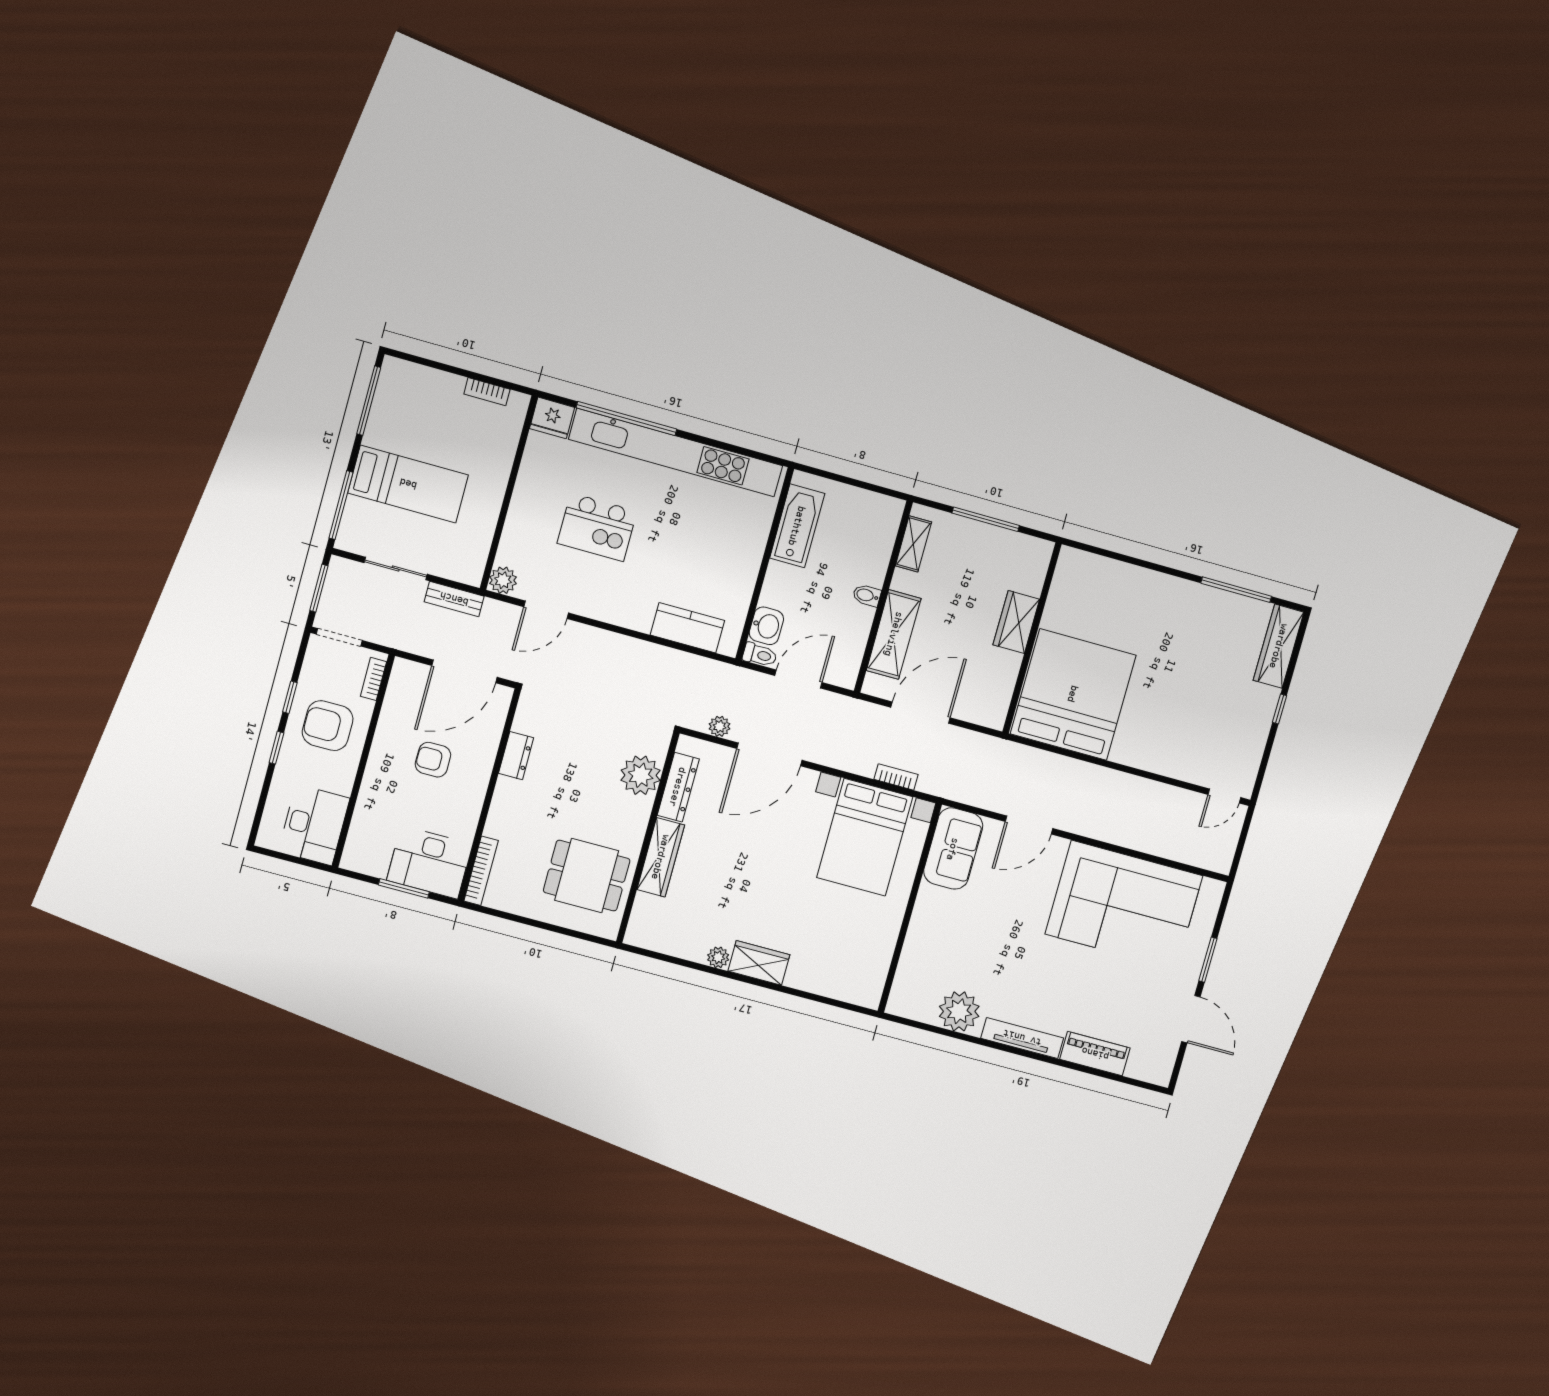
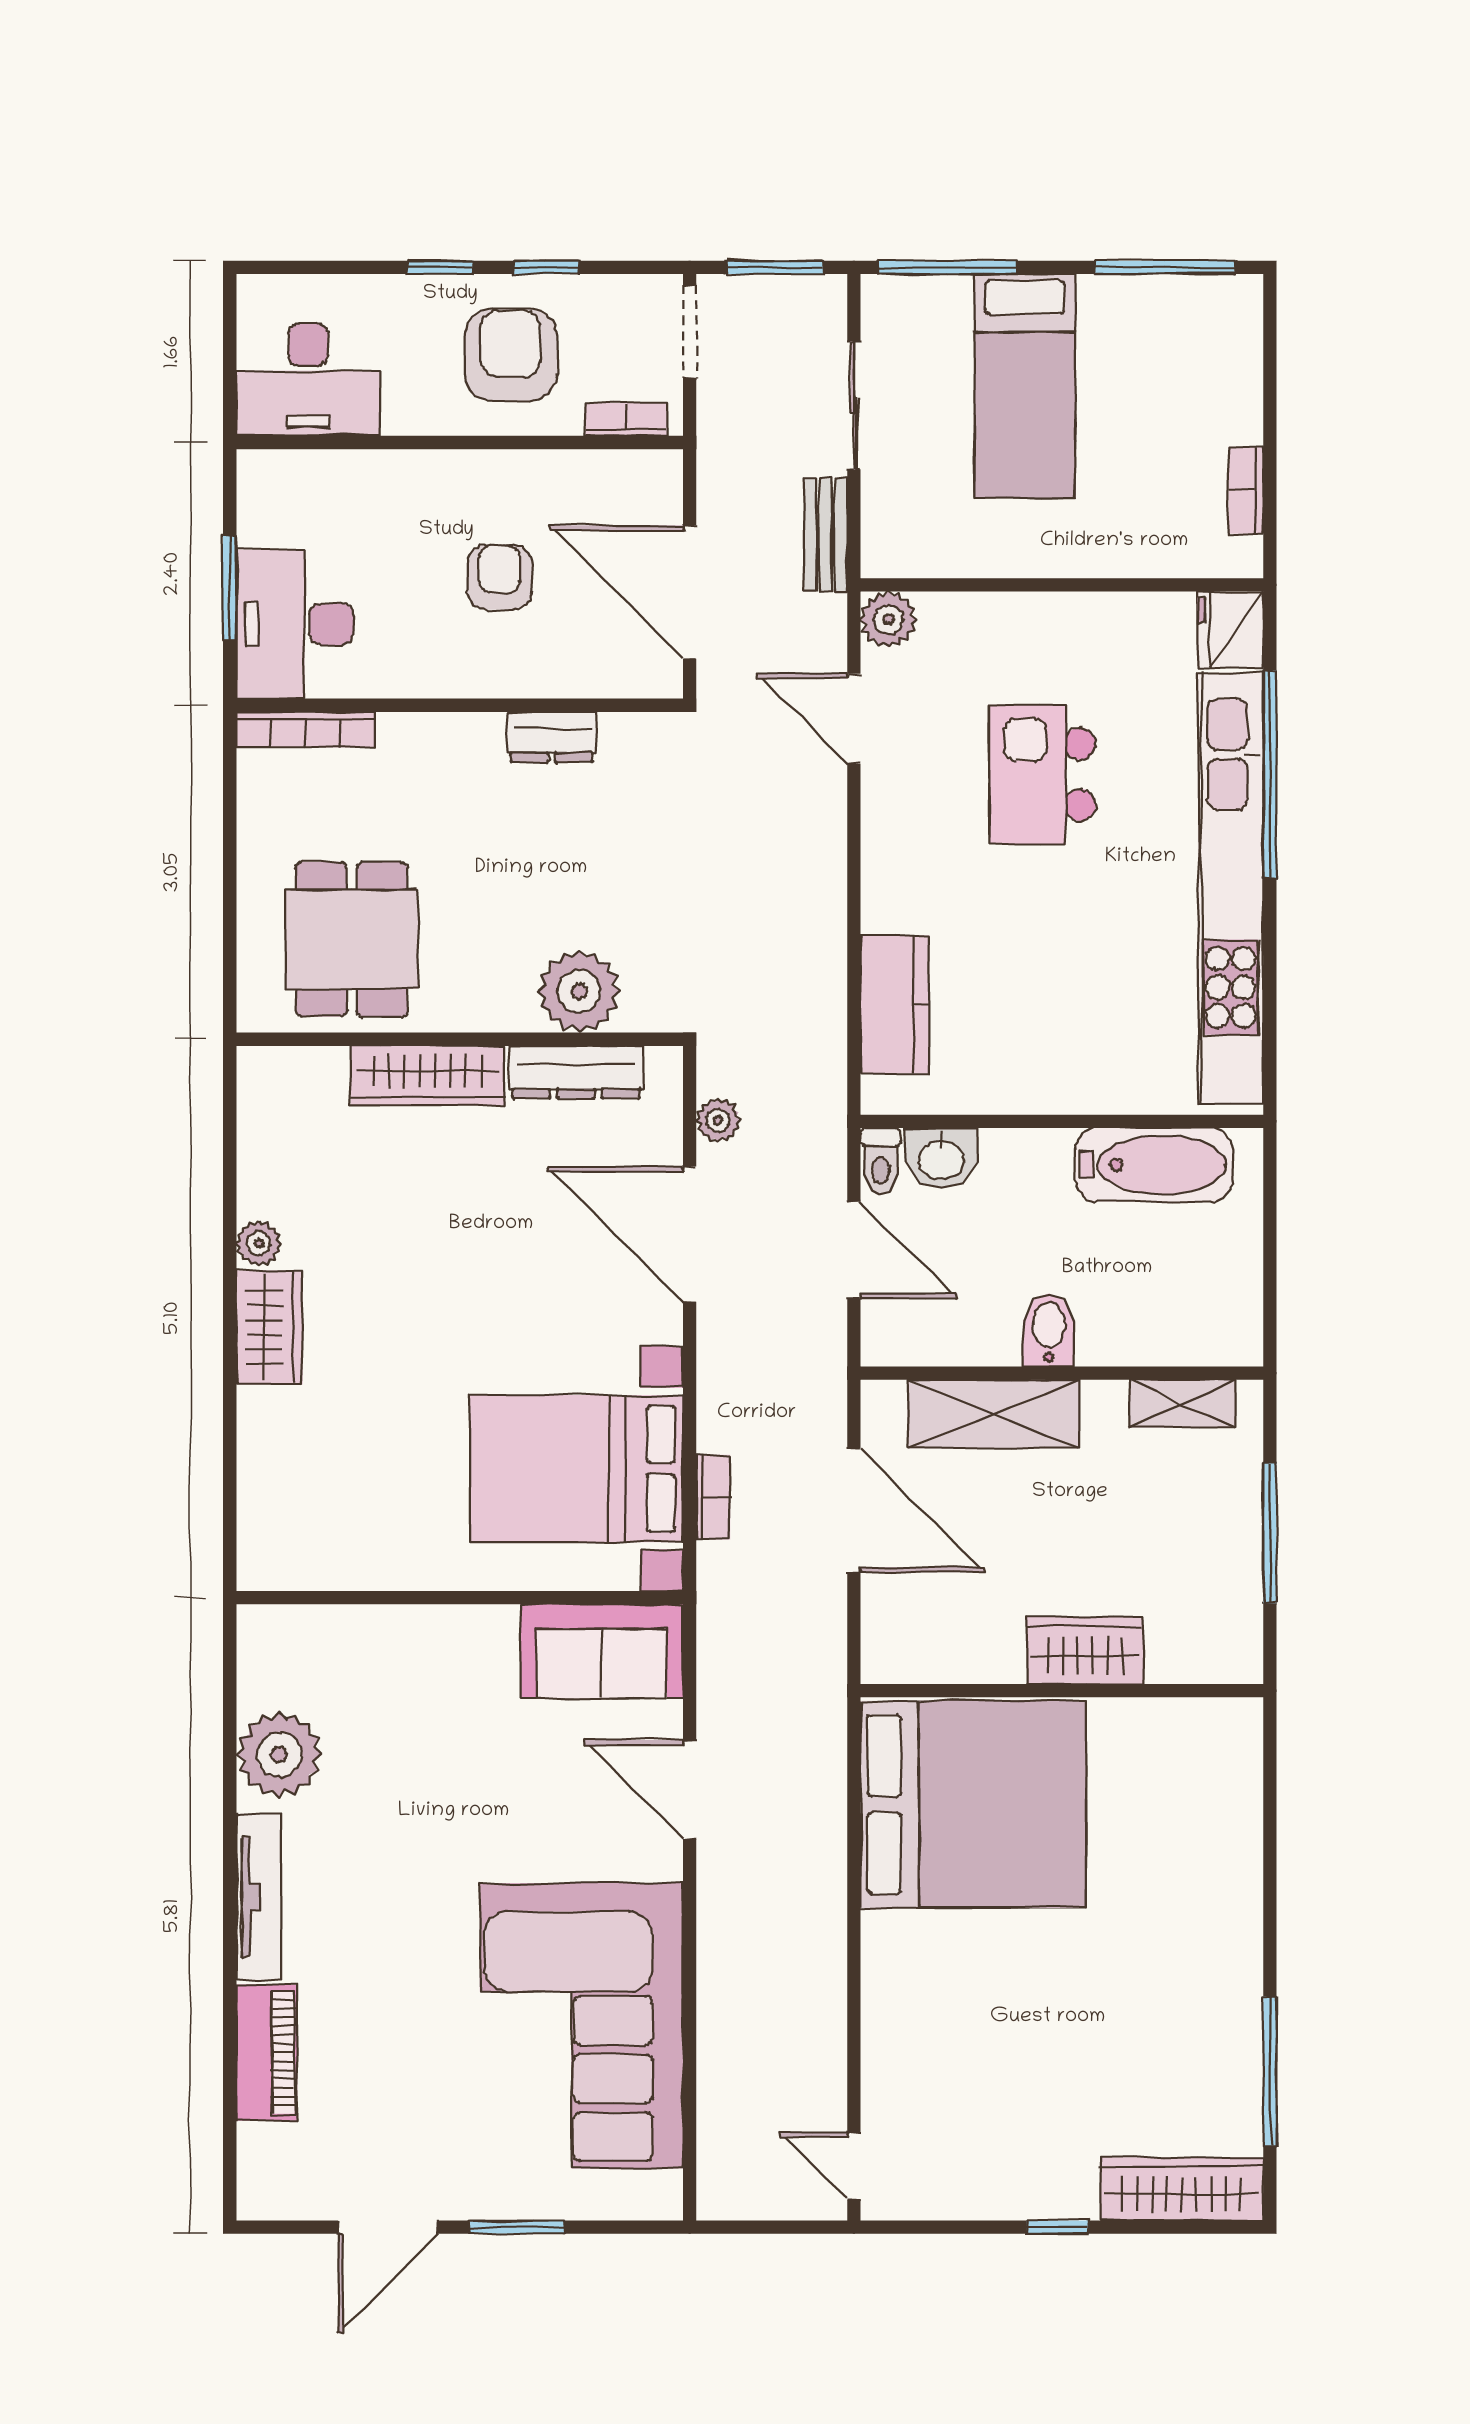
bidet: (867, 595) -> (1049, 1330), width x1.38, depth x1.36

